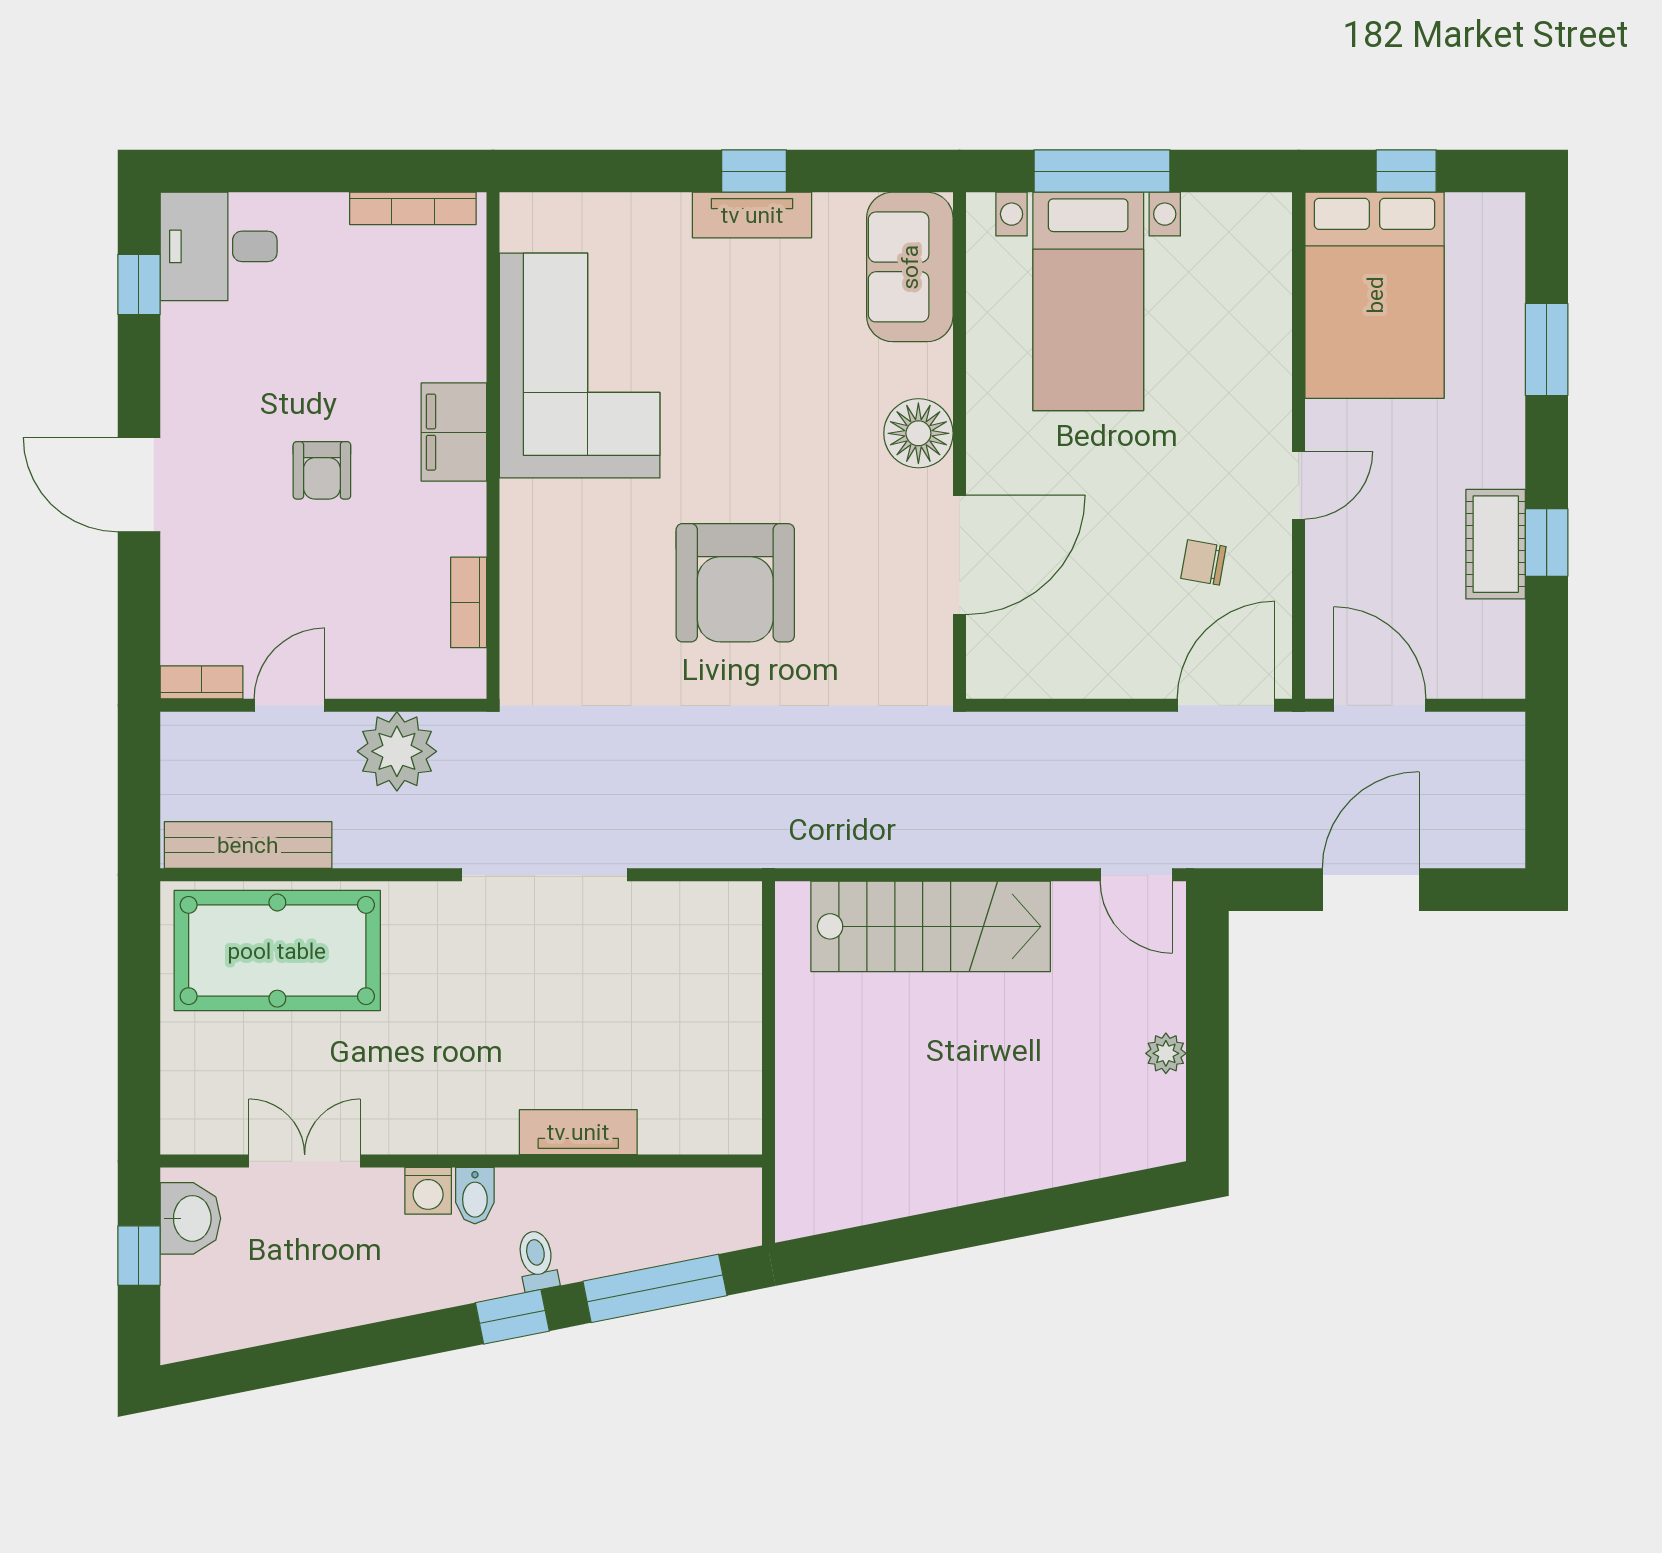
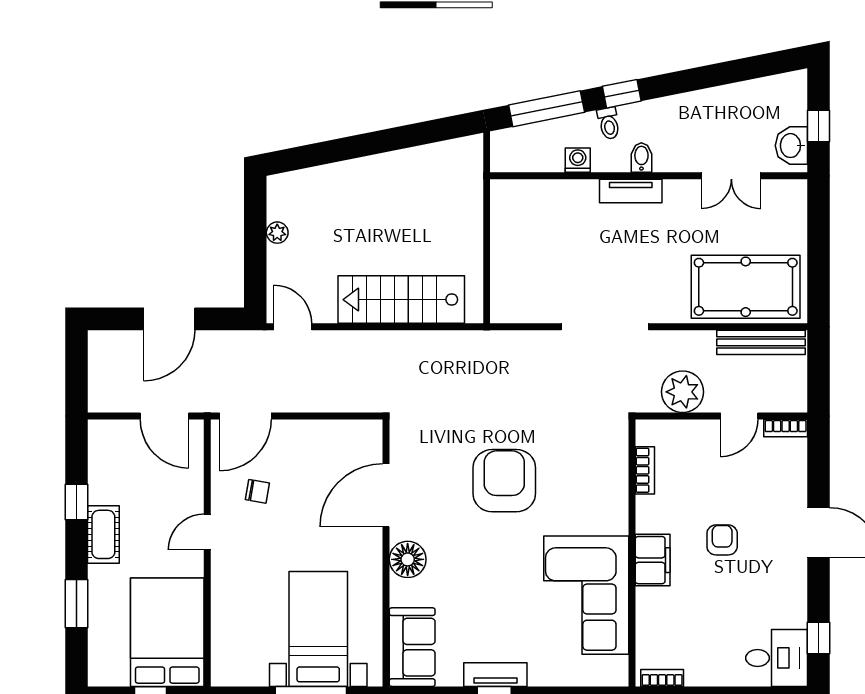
bookcase: (413, 208) -> (662, 678), width x0.64
cot: (1496, 544) -> (103, 534), moved
tv unit: (578, 1132) -> (631, 191), moved
washing machine: (428, 1191) -> (578, 160), moved

